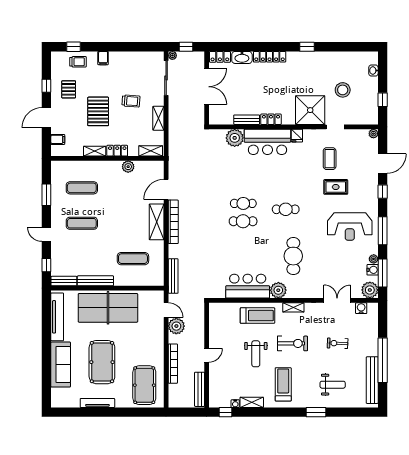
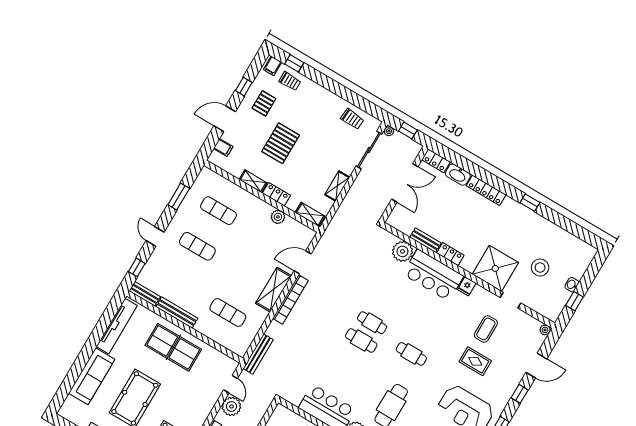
filing cabinet: (103, 58) -> (273, 66), moved
washbasin: (373, 71) -> (572, 285), moved
trolley: (131, 101) -> (352, 119), moved
table tennis table: (108, 308) -> (173, 347), width x0.73, depth x0.76

